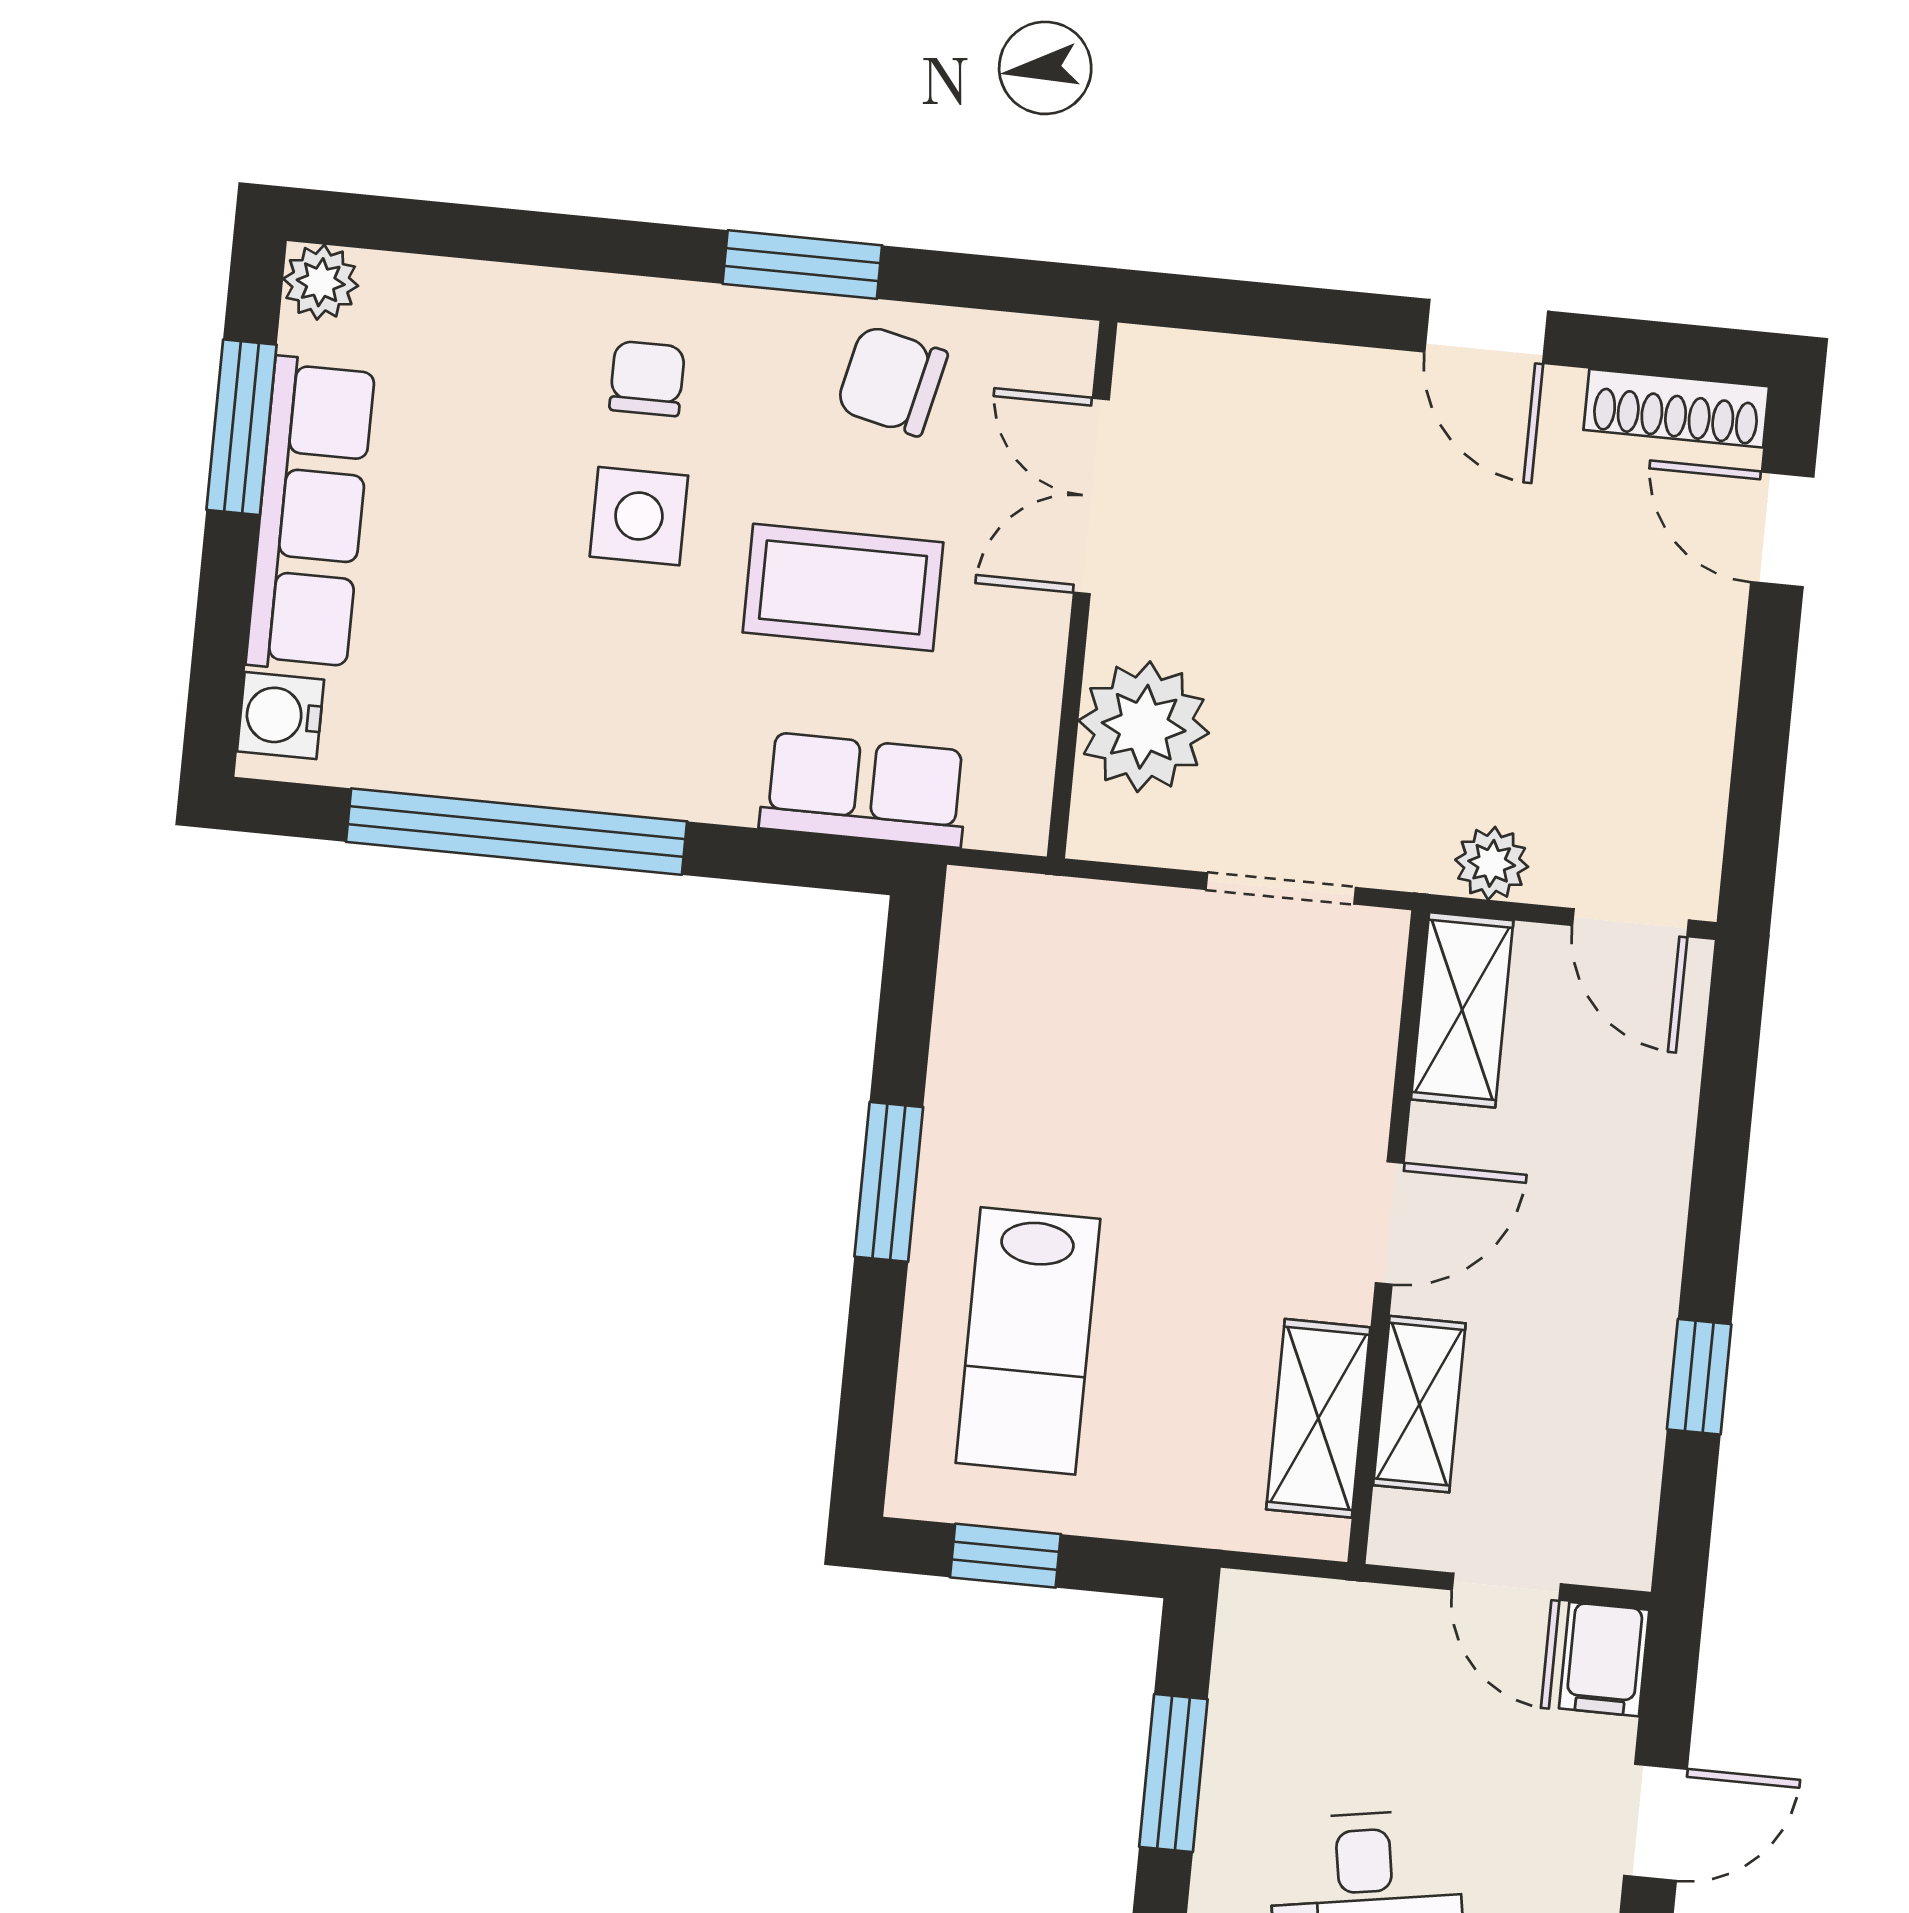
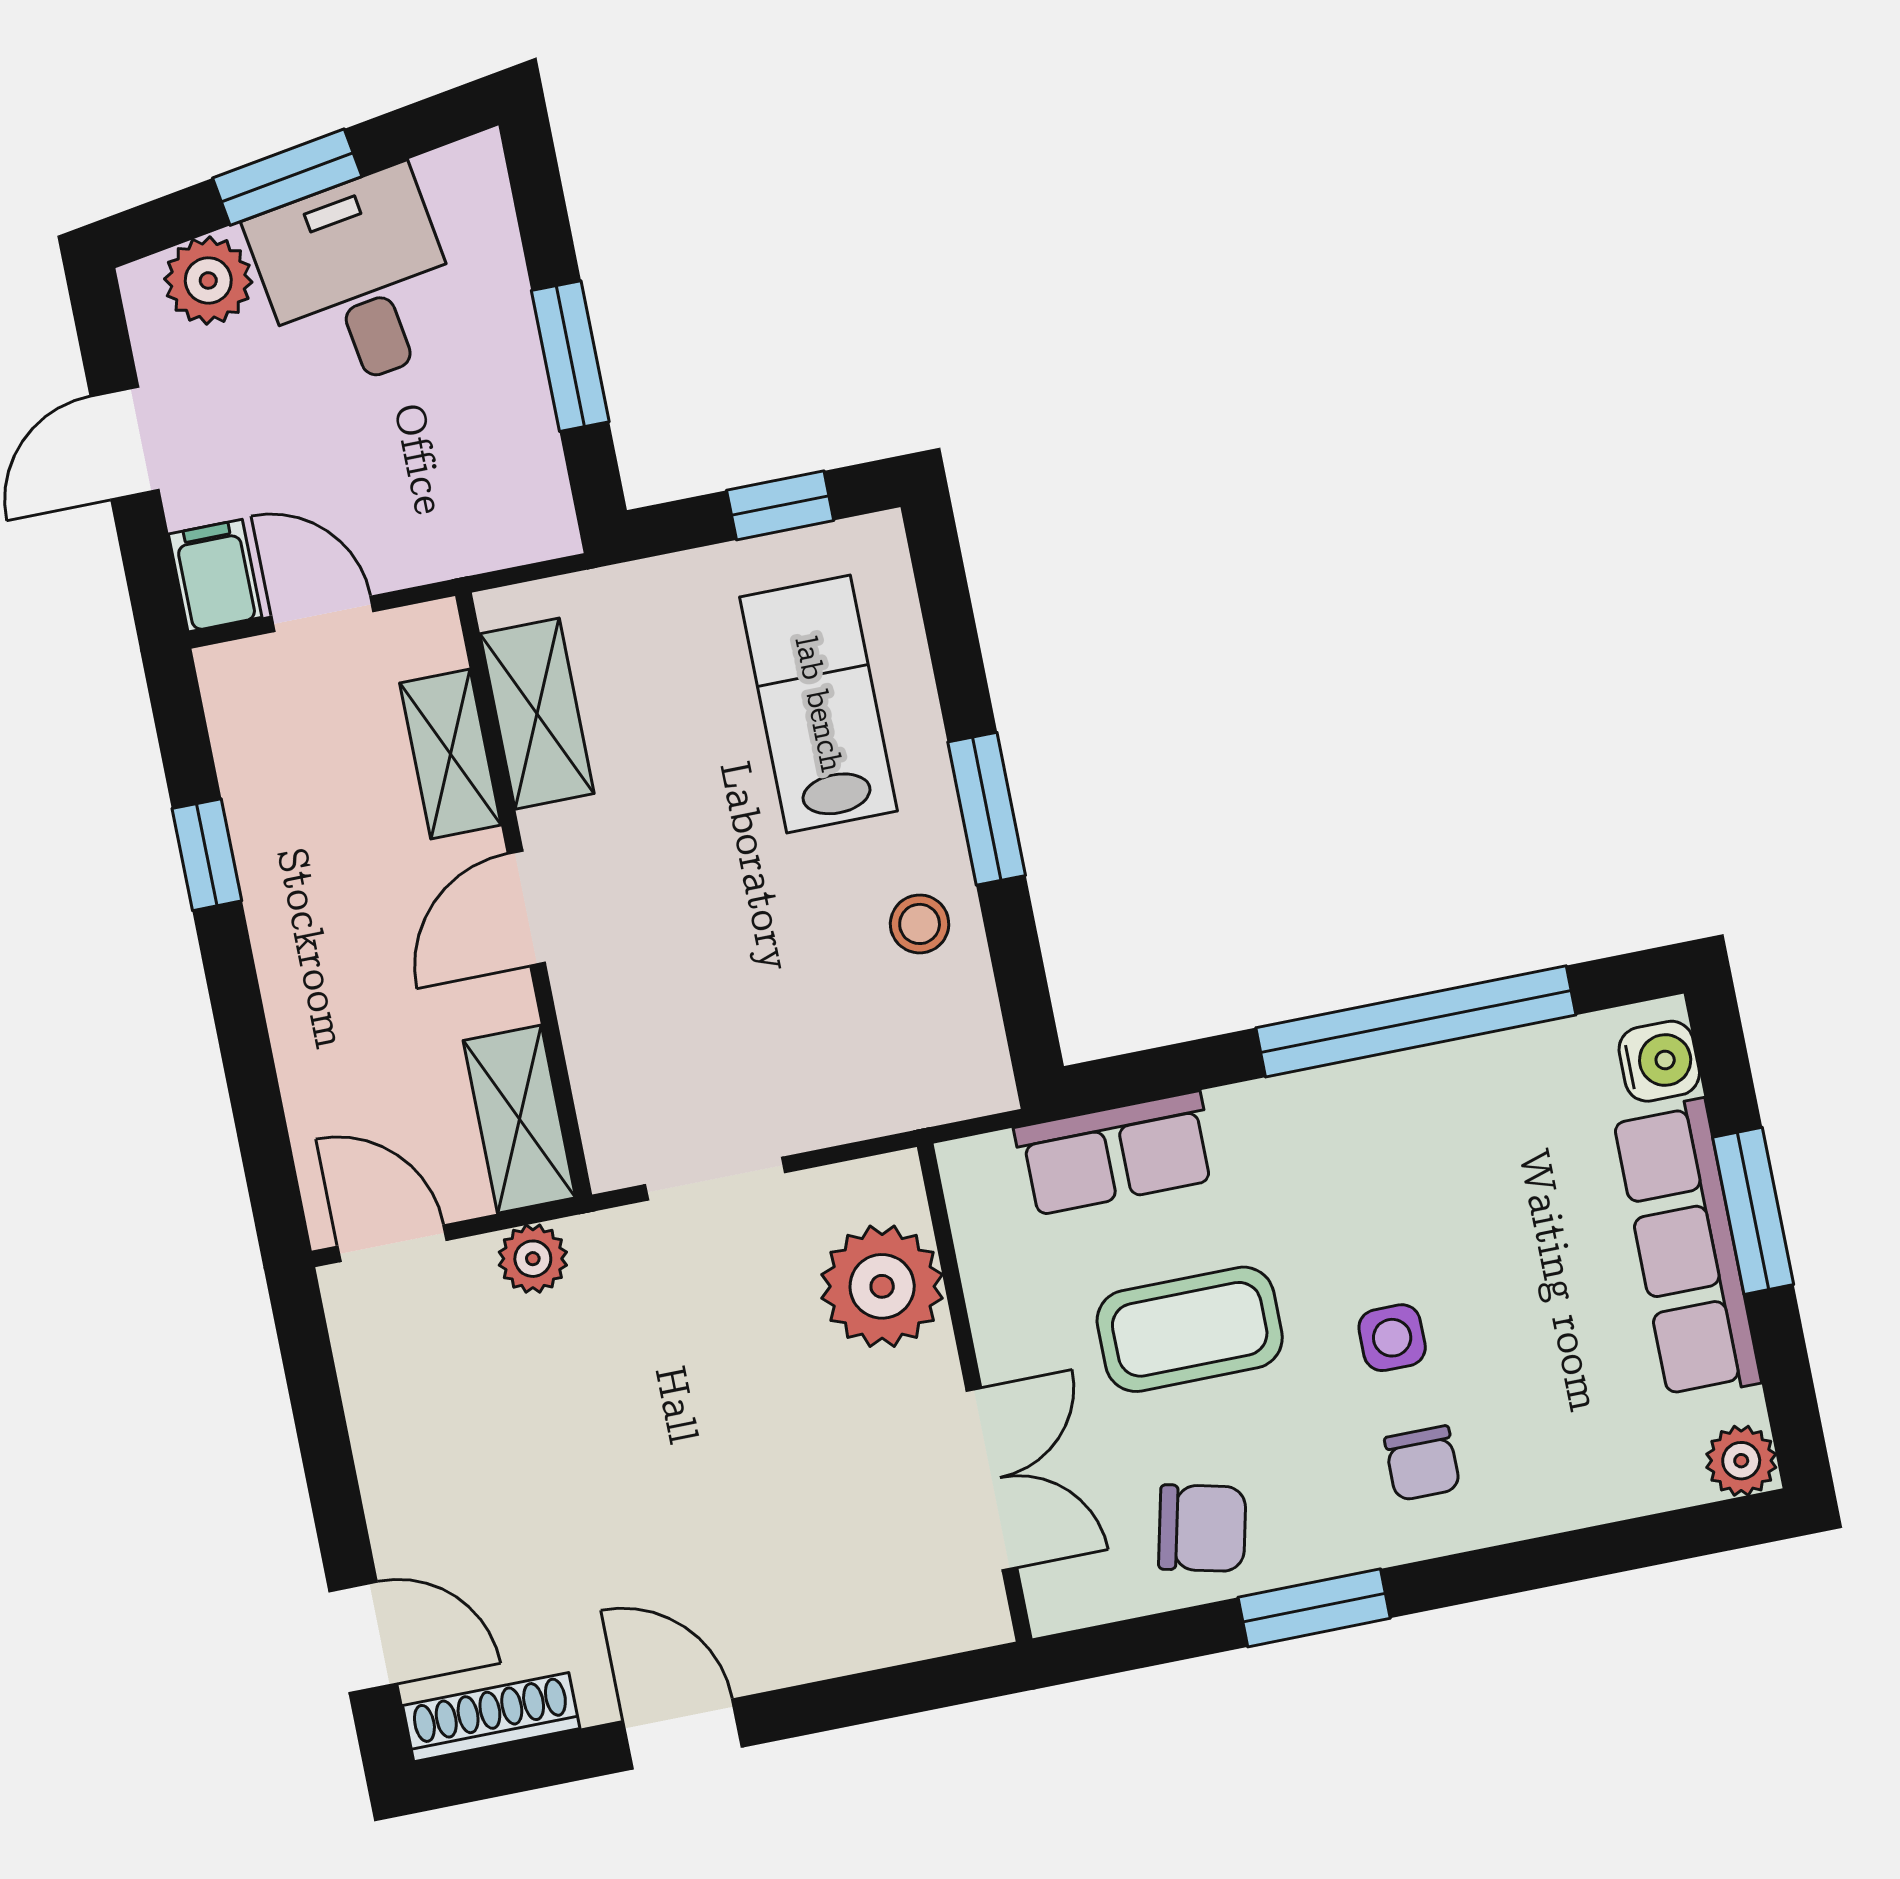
window: (242, 427) -> (1753, 1211), moved
side table: (639, 516) -> (1392, 1338), width x0.73, depth x0.73
stool: (993, 1085) -> (920, 924), added

